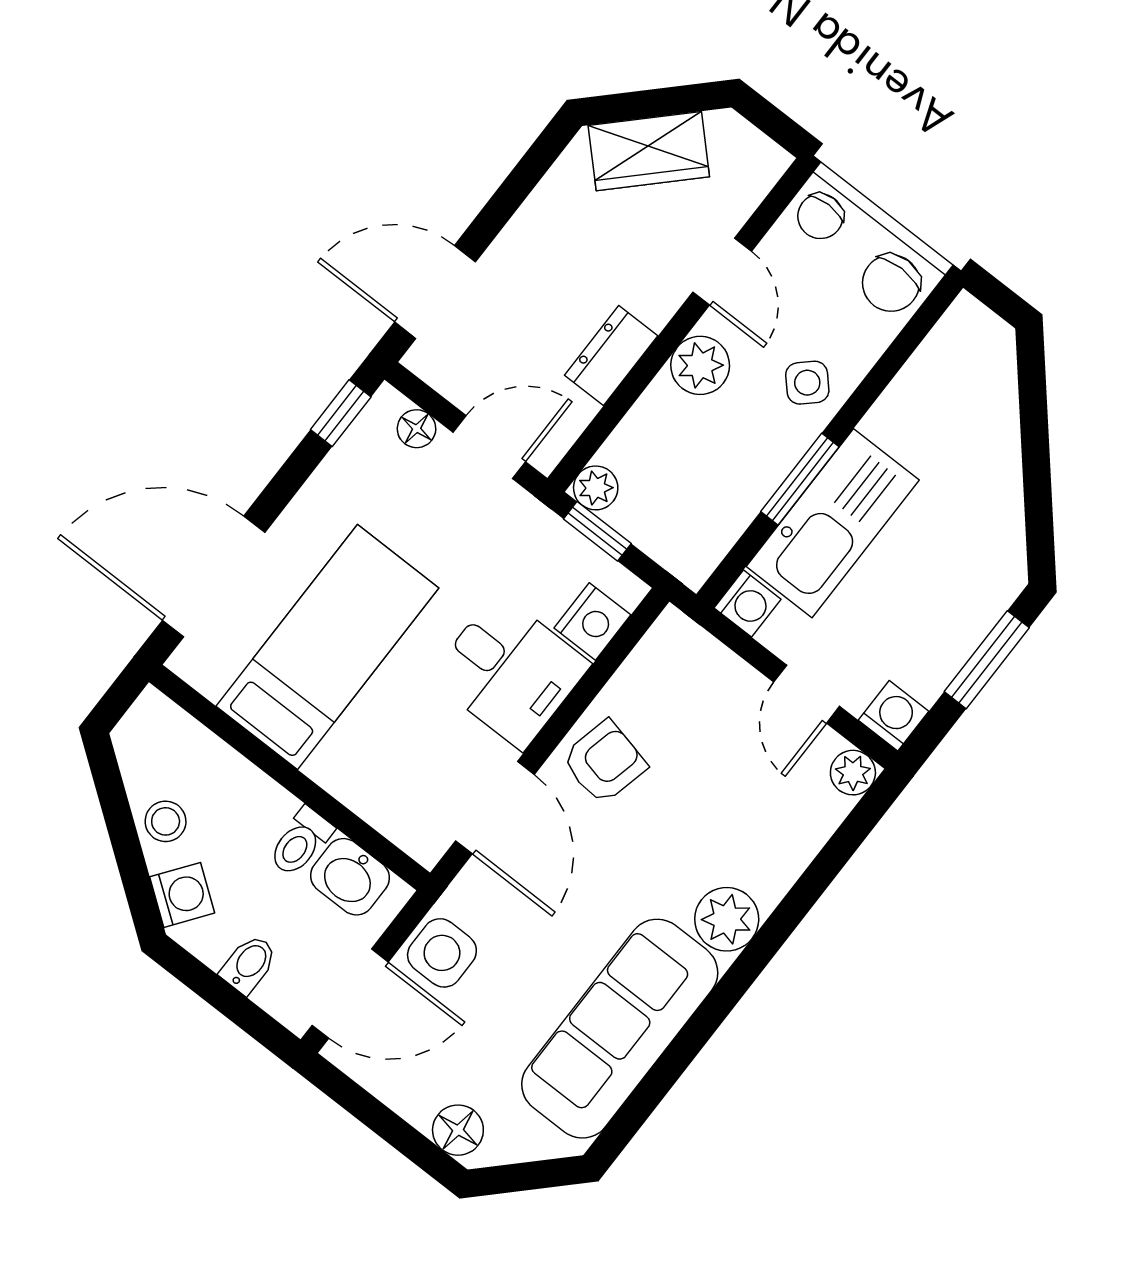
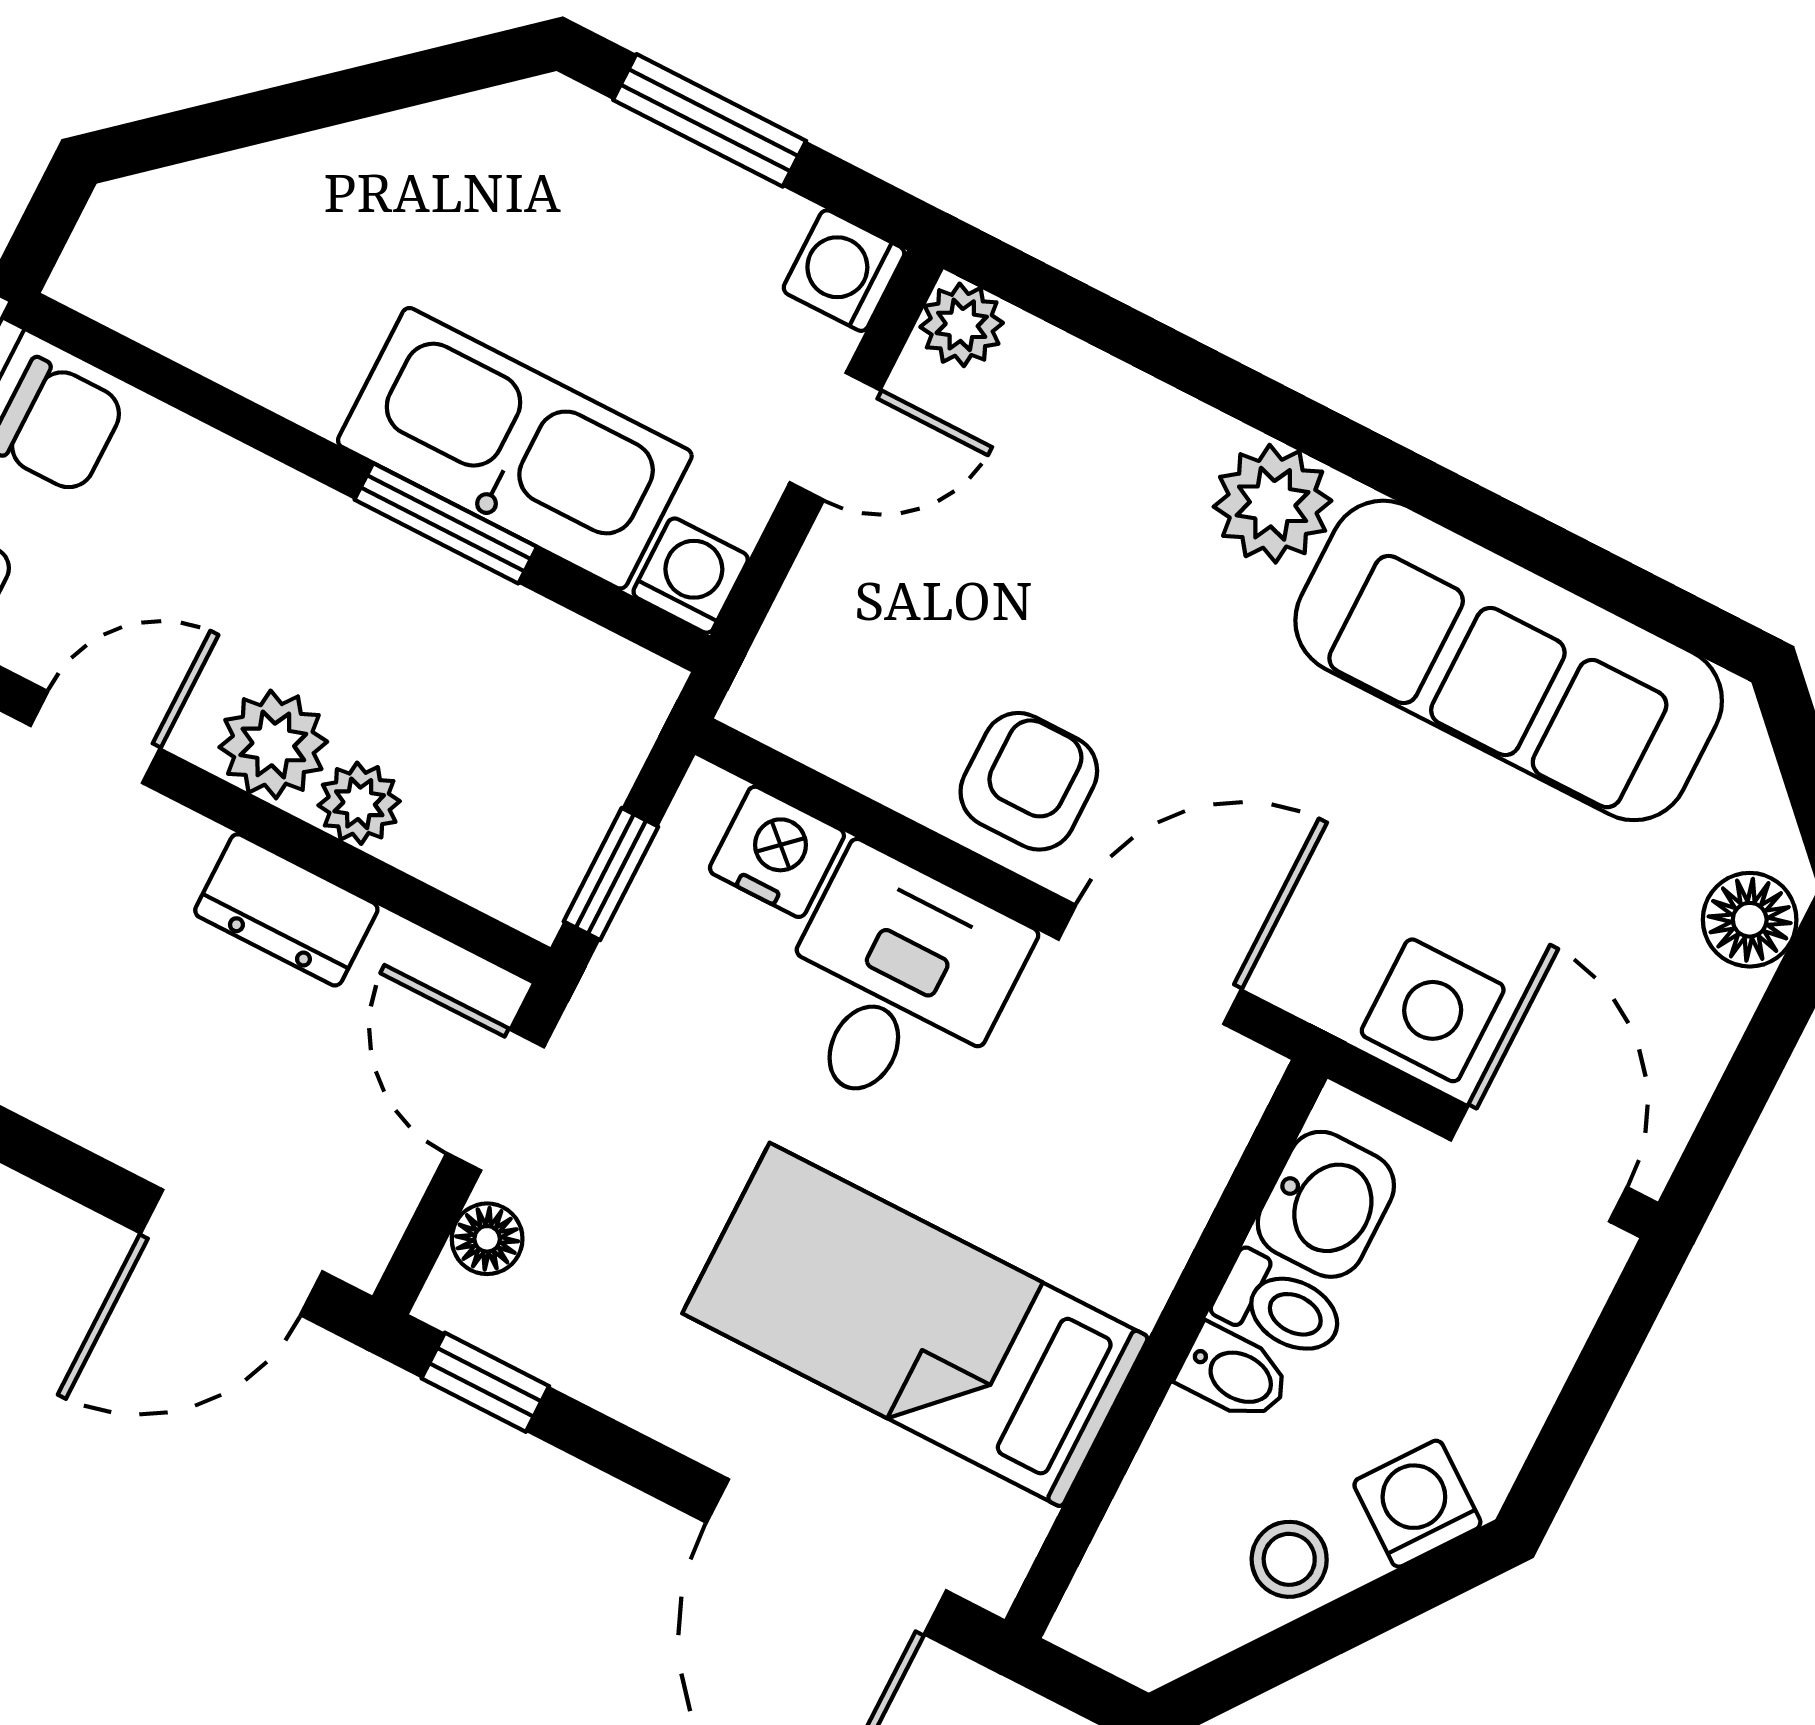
door: (435, 292) -> (232, 1252), hinge flipped
side table: (807, 383) -> (268, 543), removed
plant: (596, 488) -> (359, 803), moved
armchair: (604, 762) -> (1029, 781), turned 77
bidet: (249, 964) -> (1234, 1374), moved, turned 180

